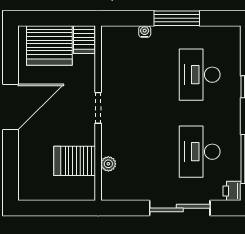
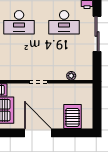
server rack: (75, 161) -> (72, 117), moved, turned 180

